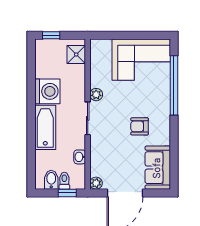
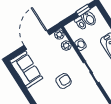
plant: (96, 95) -> (66, 46), moved
armchair: (140, 126) -> (64, 81), moved
window: (67, 193) -> (83, 10), moved

